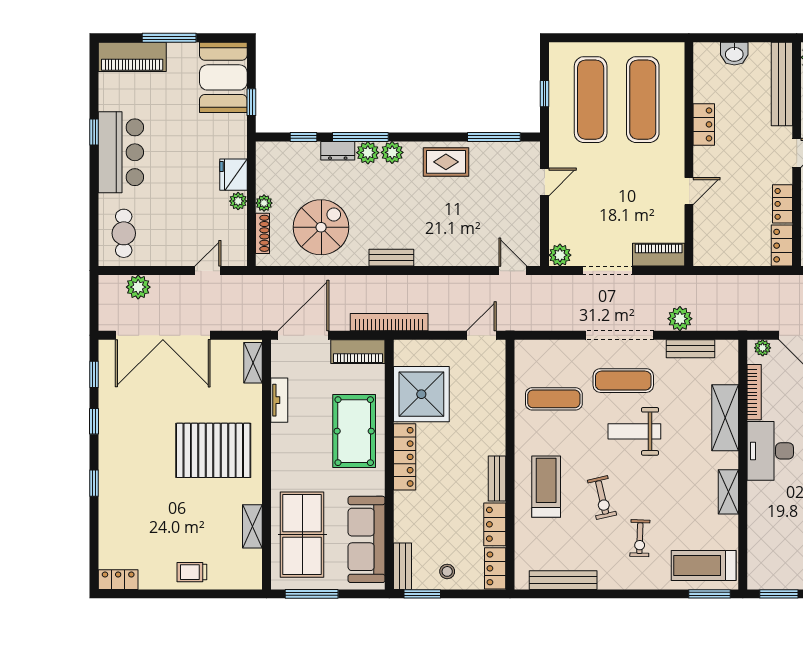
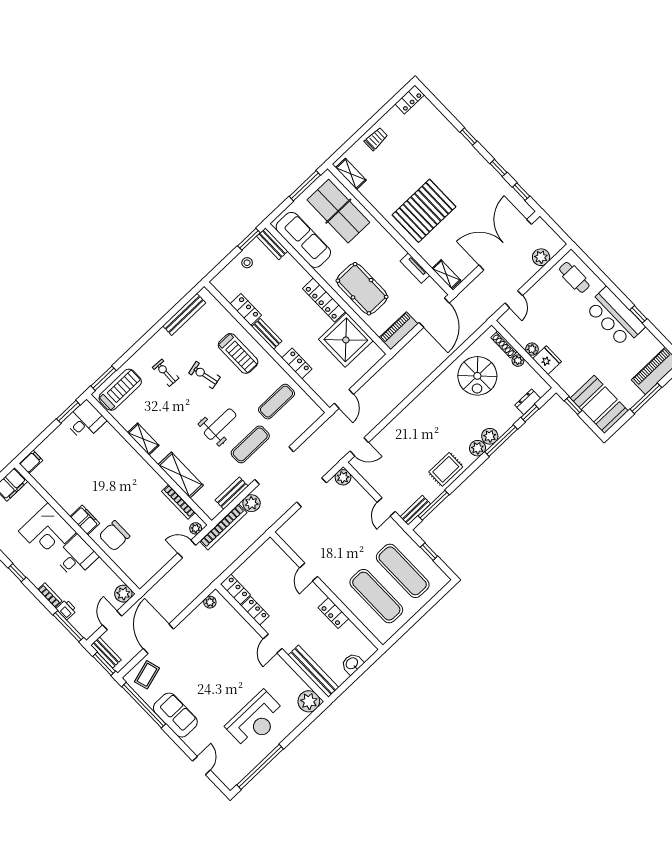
dresser: (338, 151) -> (528, 402), moved
piano: (659, 255) -> (293, 525), removed
bench: (391, 258) -> (415, 510), moved
bookcase: (389, 322) -> (223, 527), moved
desk: (770, 451) -> (85, 421), moved, width x0.73
shelving: (252, 526) -> (351, 174), moved
locker: (495, 568) -> (297, 363), moved

